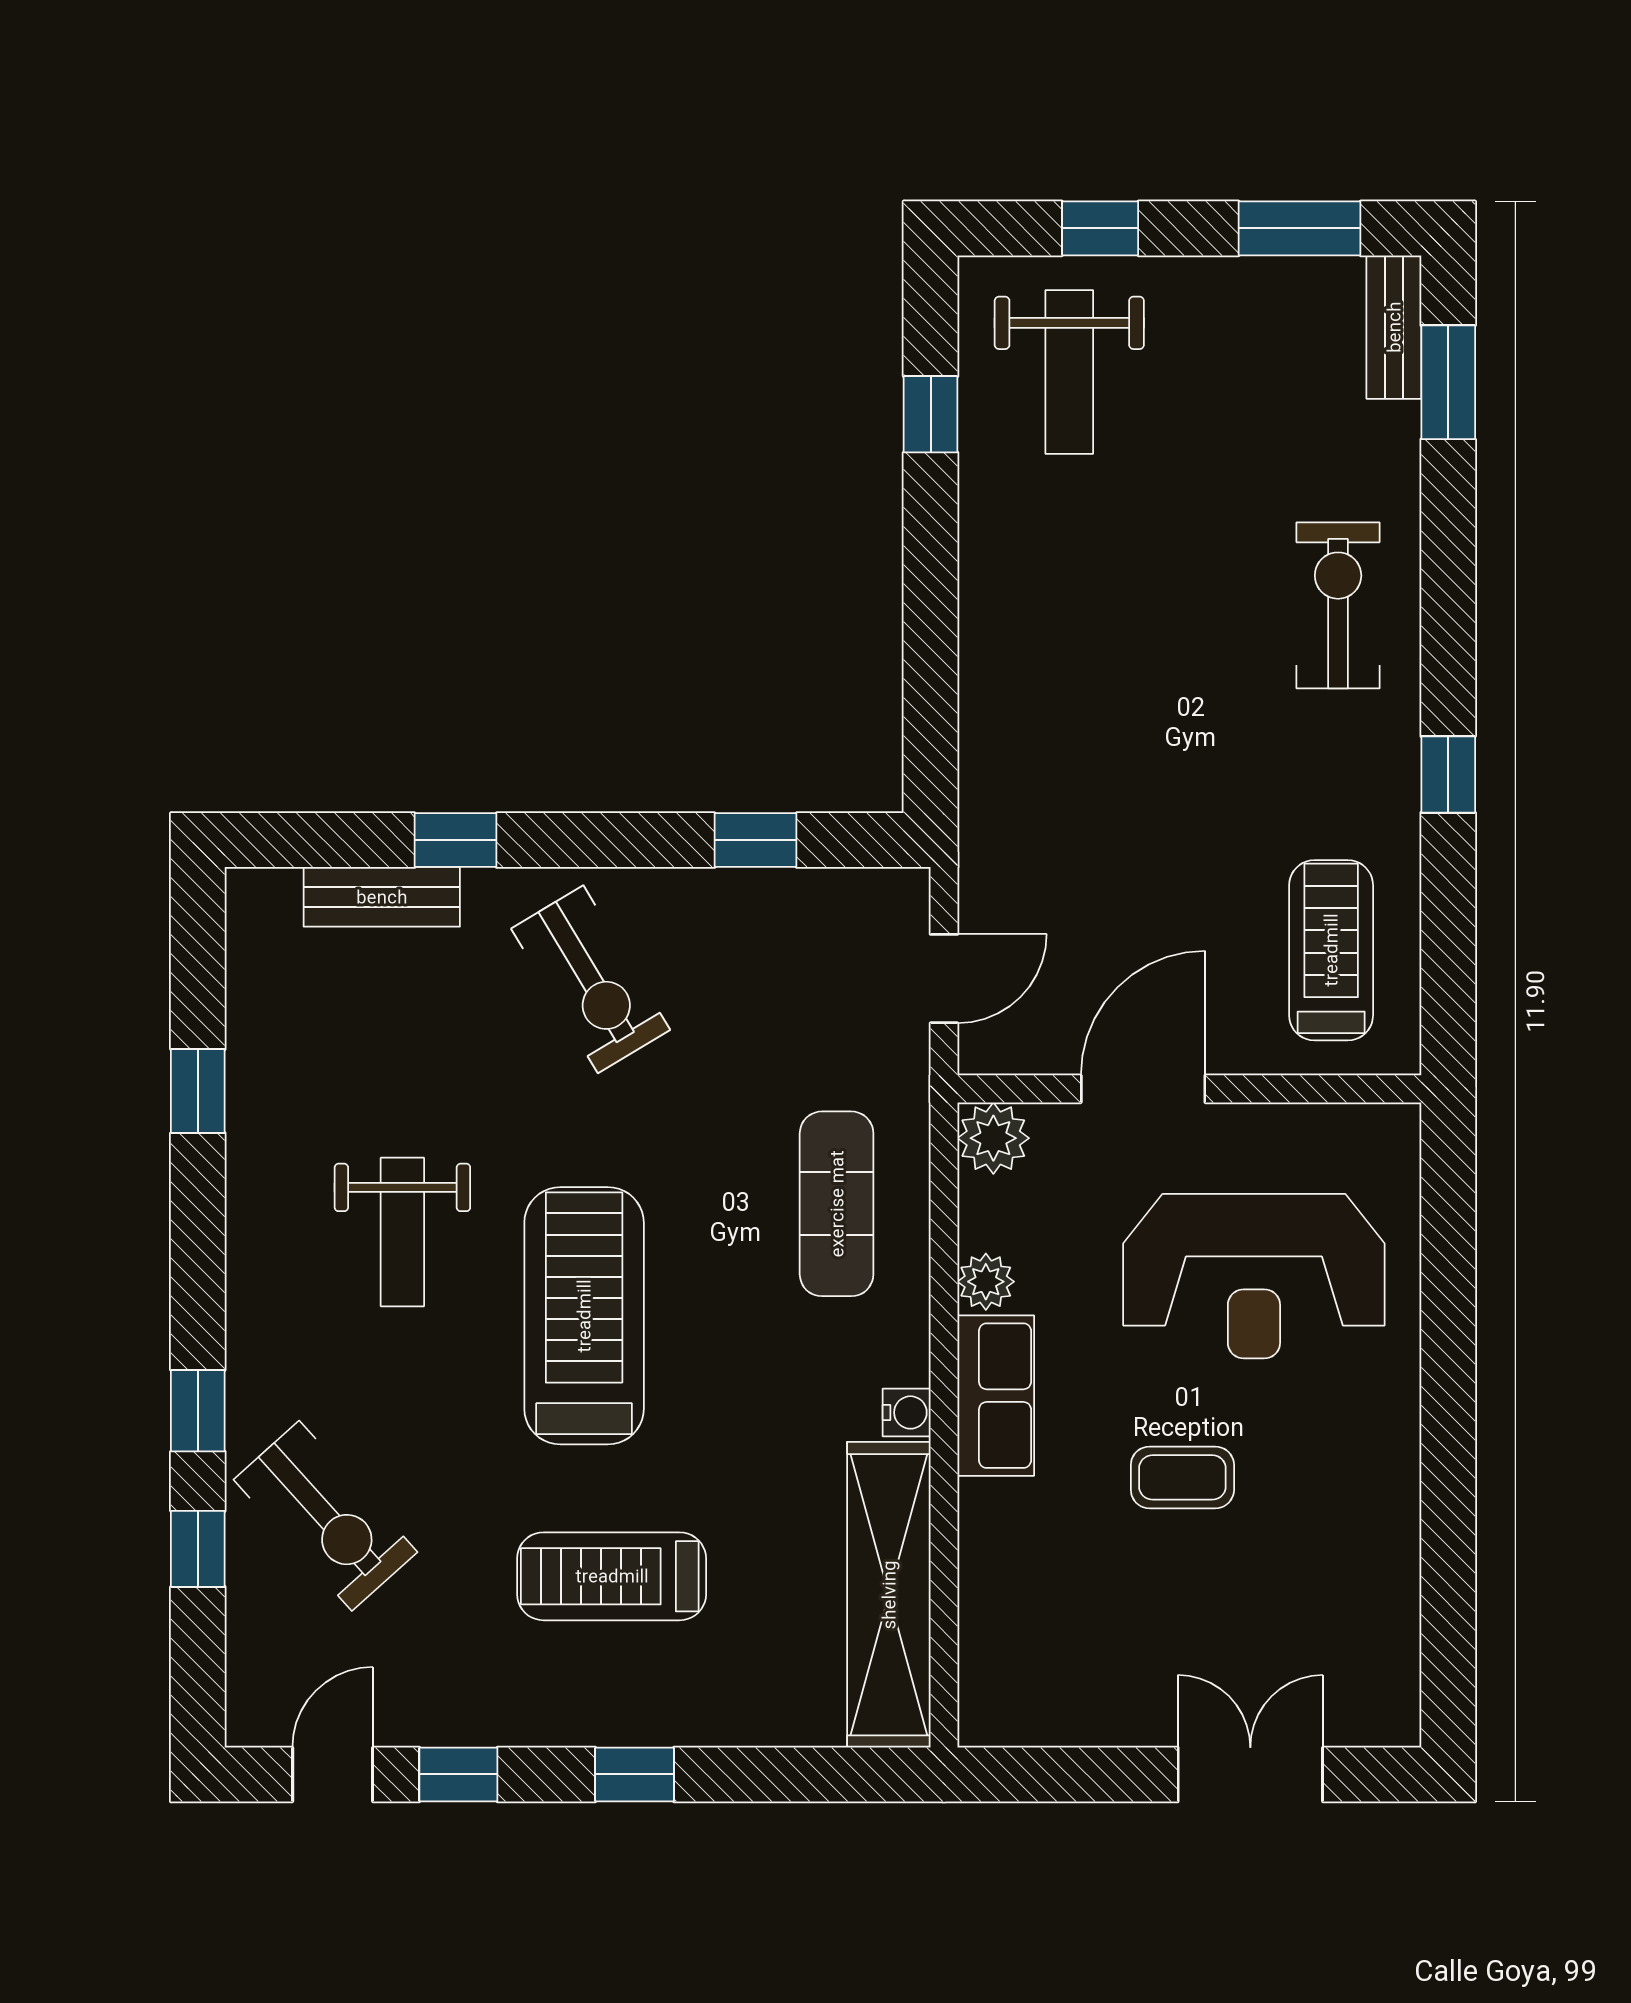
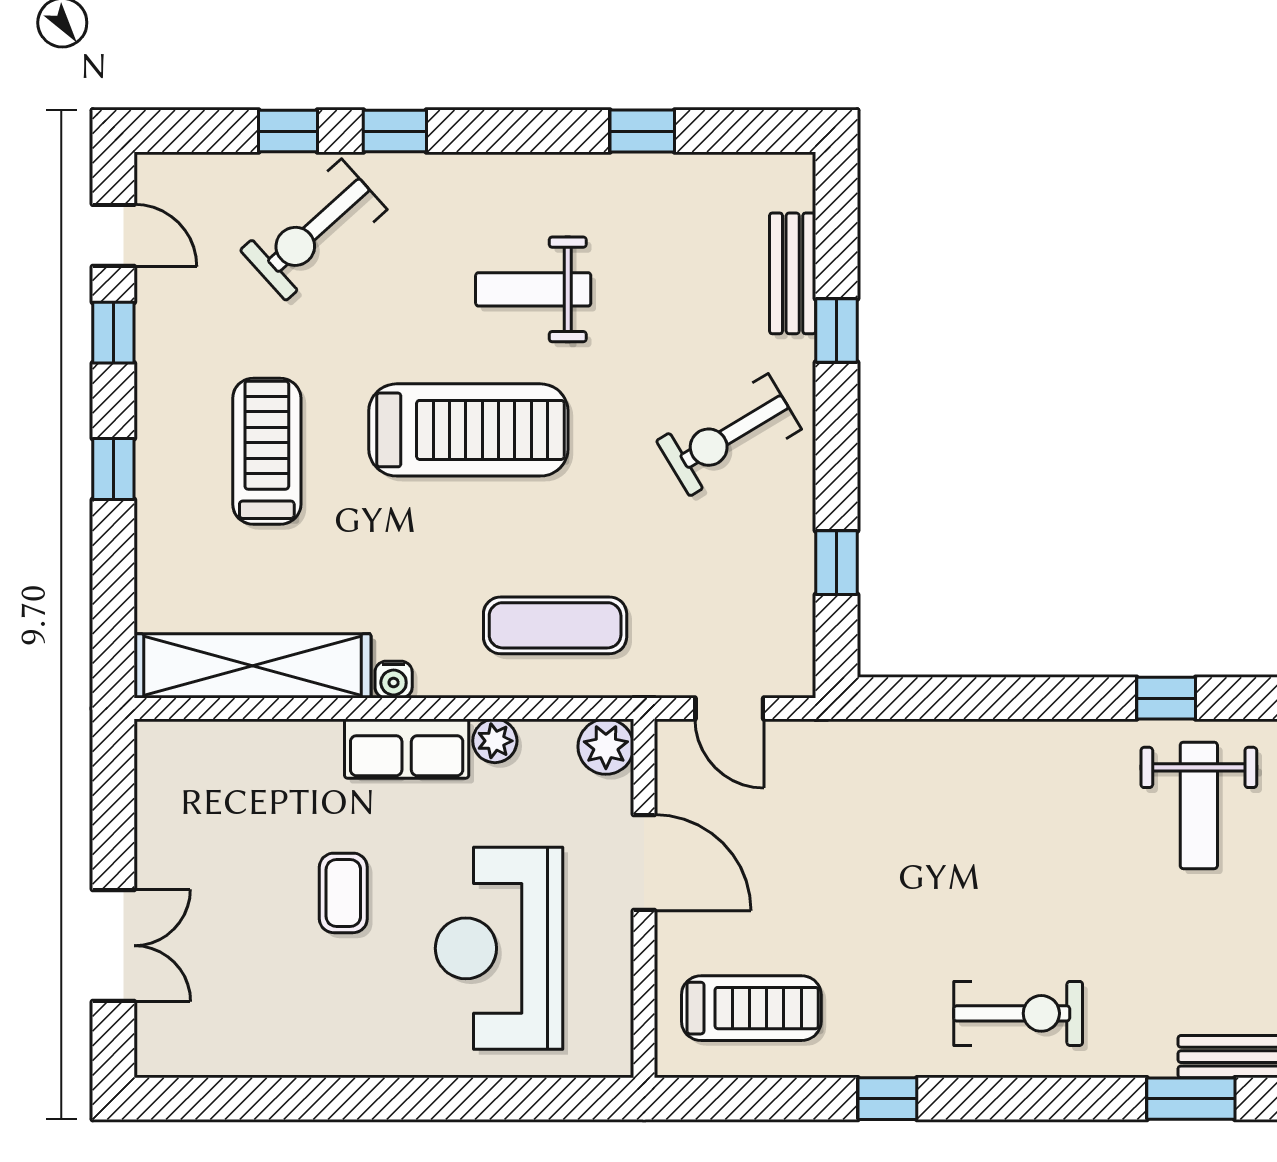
weight bench: (1069, 372) -> (1199, 805), turned -90

